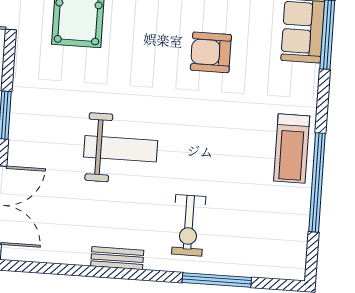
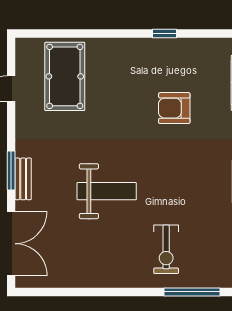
bench: (117, 258) -> (23, 179), moved, turned 90

